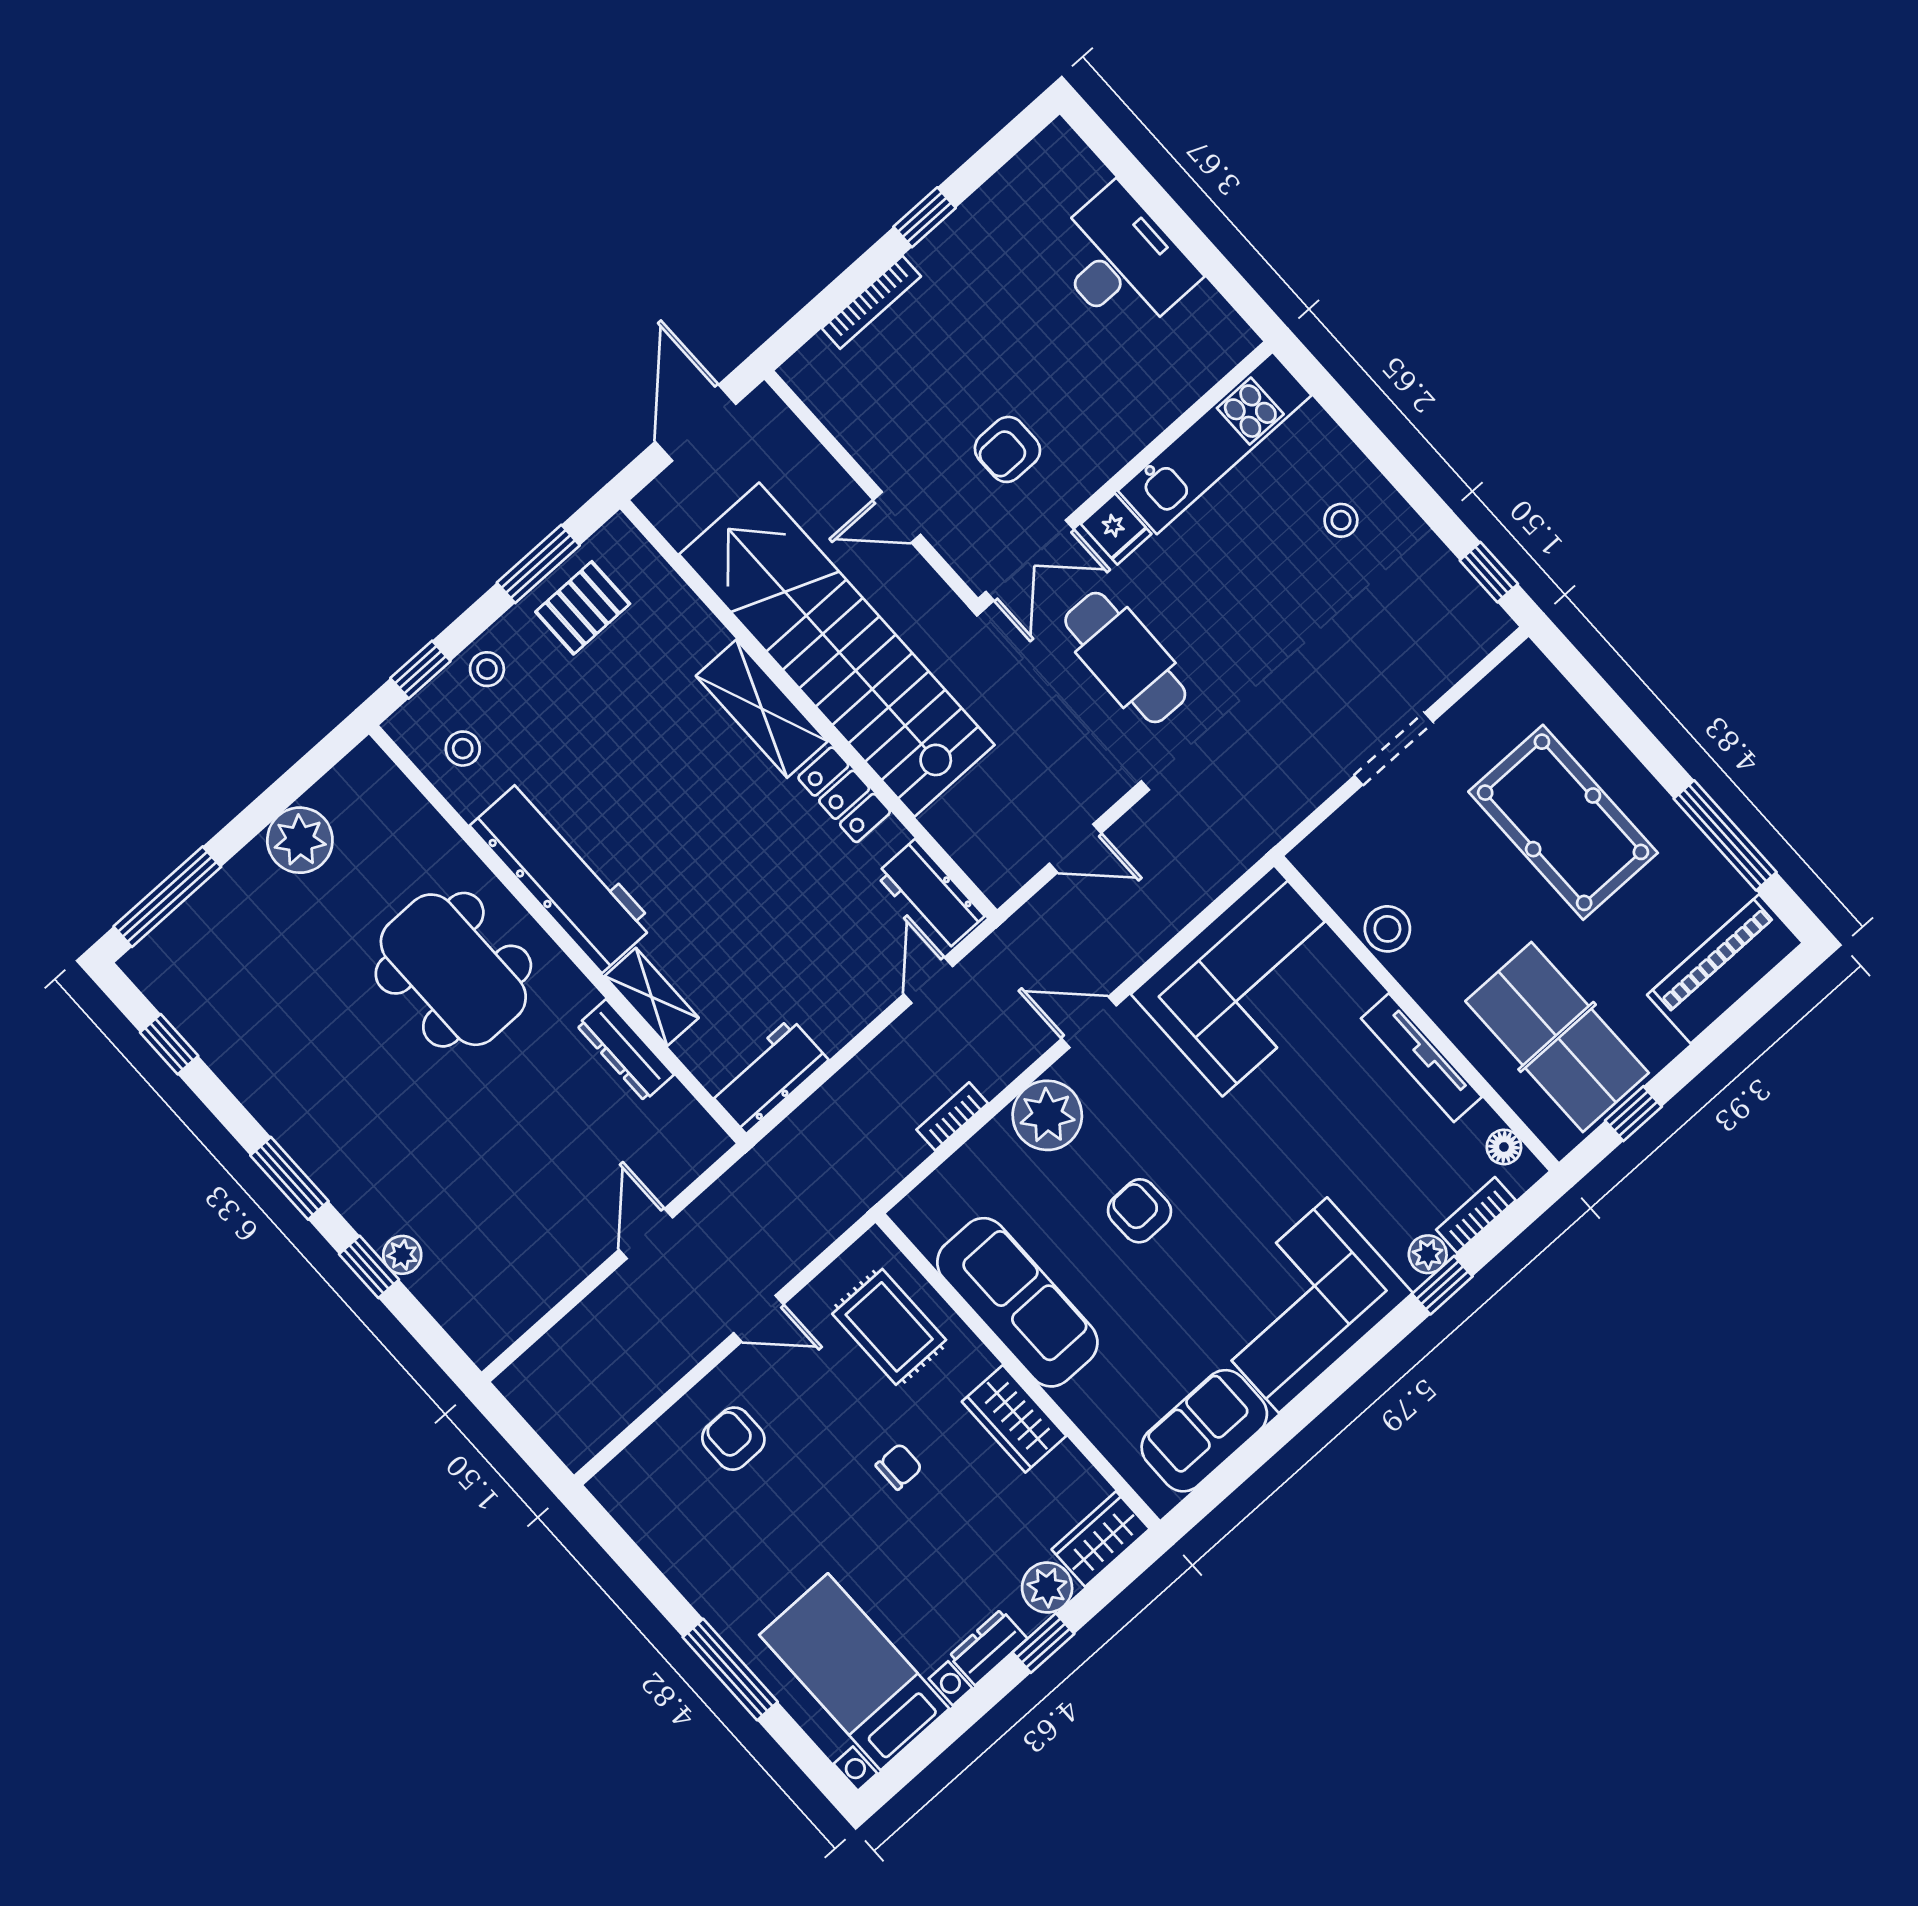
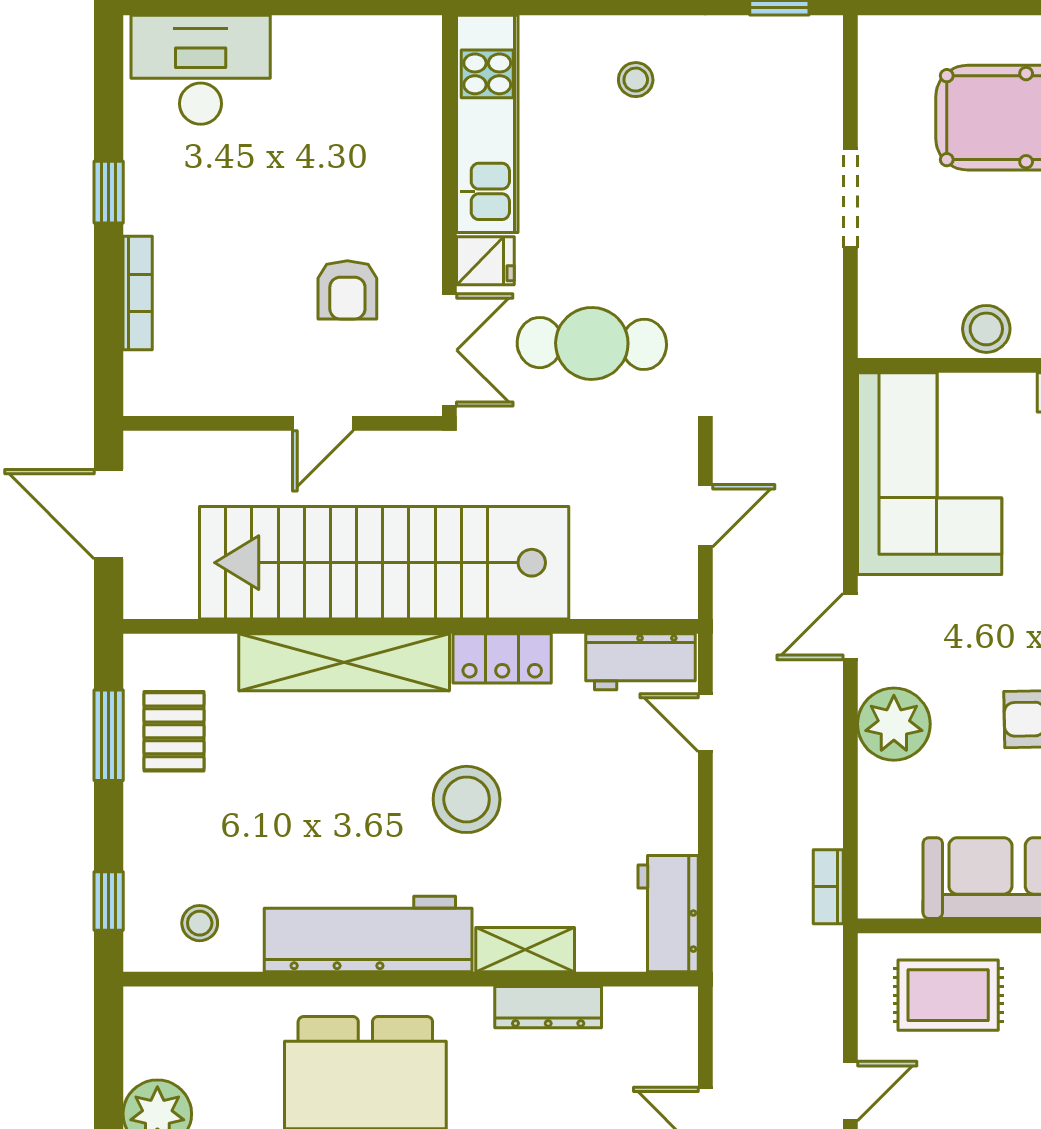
desk: (1122, 262) -> (201, 70), moved
stool: (487, 669) -> (467, 799), moved, width x1.89, depth x1.89
shelving: (762, 709) -> (344, 662), width x1.47
bookcase: (952, 1116) -> (828, 887), moved

